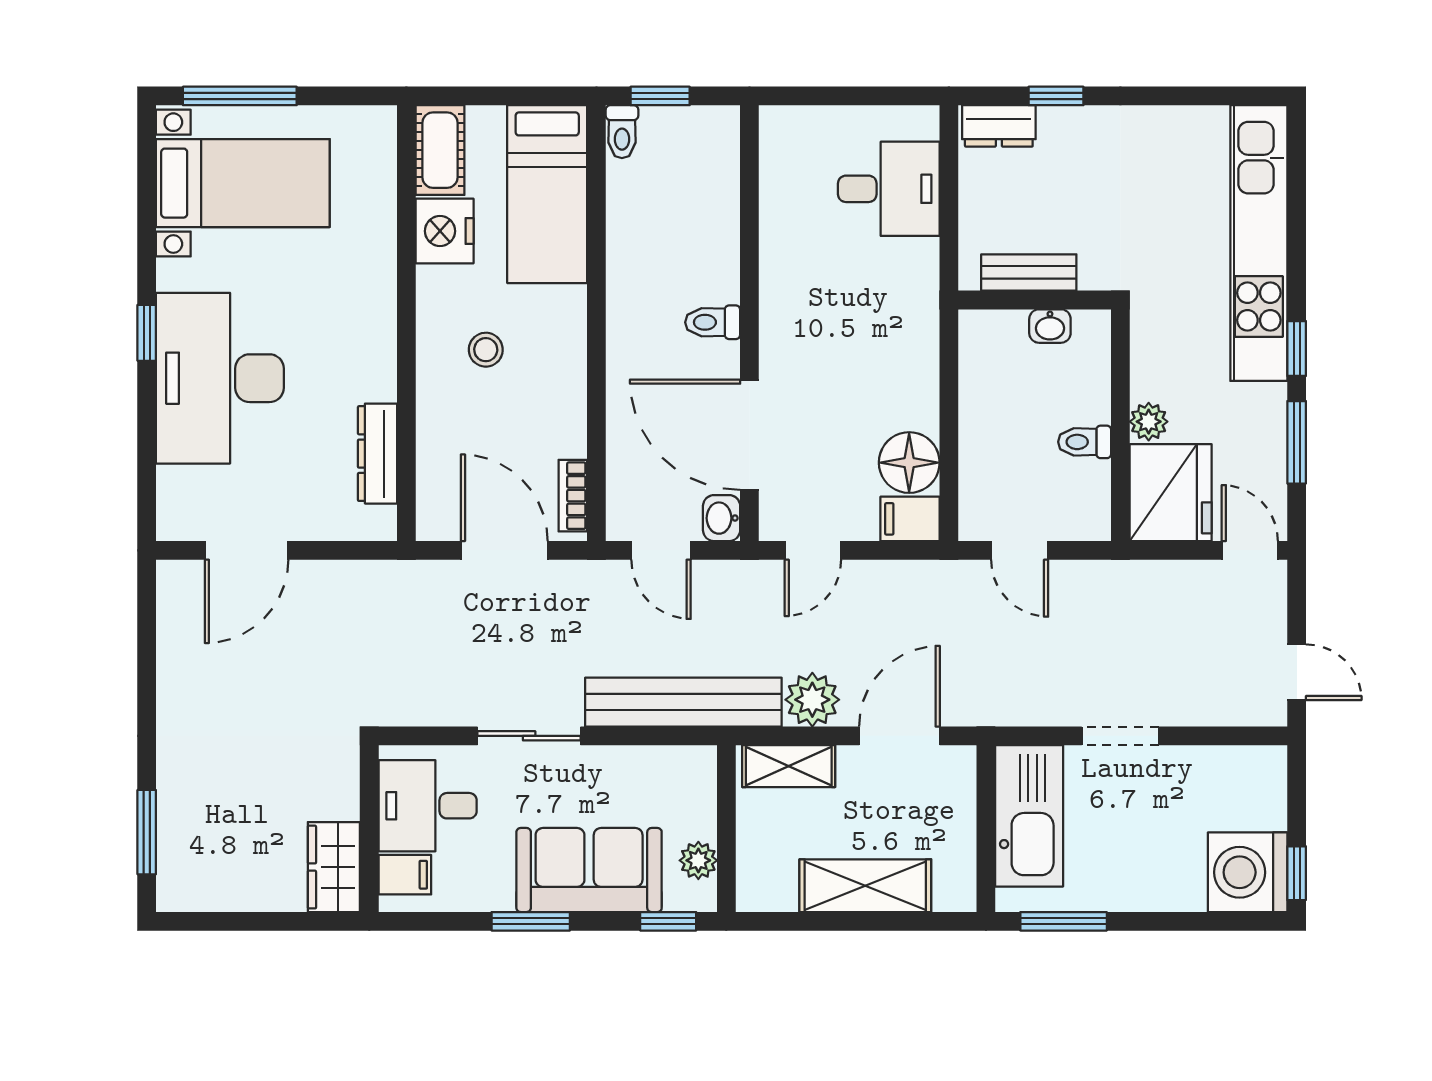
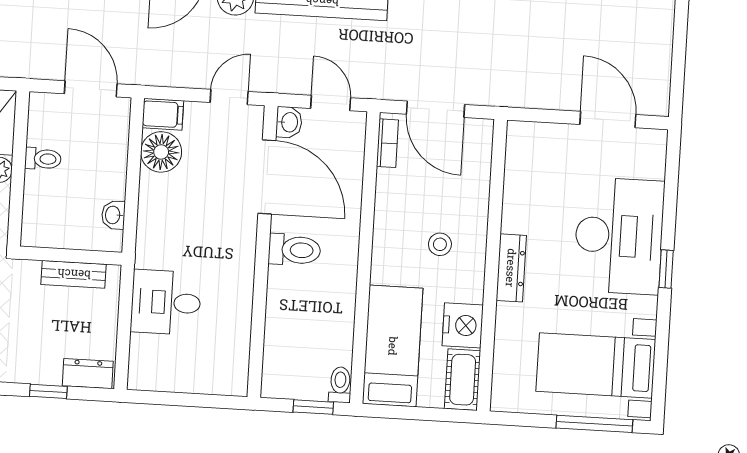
desk: (889, 189) -> (166, 302), moved
toilet: (713, 322) -> (294, 250), width x1.37, depth x1.39
washbasin: (1050, 326) -> (113, 215), moved, turned -90
dresser: (377, 454) -> (511, 268), moved
door: (247, 550) -> (608, 120), hinge flipped
door: (1020, 550) -> (91, 89), width x1.38

